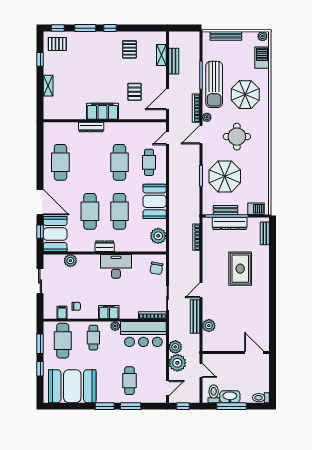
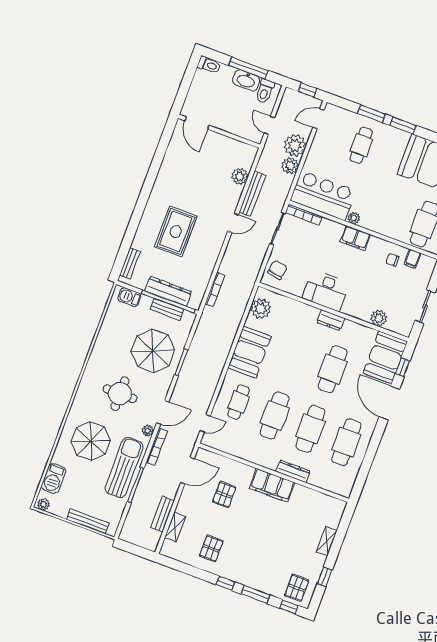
pallet: (57, 44) -> (297, 588), turned 90
cafe table: (119, 211) -> (310, 429), moved
cafe table: (93, 338) -> (386, 214), removed

